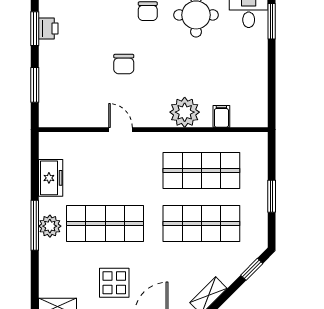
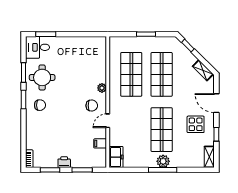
printer: (48, 28) -> (64, 162), moved
chair: (124, 64) -> (92, 106), moved
plant: (185, 112) -> (102, 88), width x0.53, depth x0.53
filing cabinet: (221, 116) -> (100, 143), moved
freezer: (51, 178) -> (116, 157), moved, turned 90

